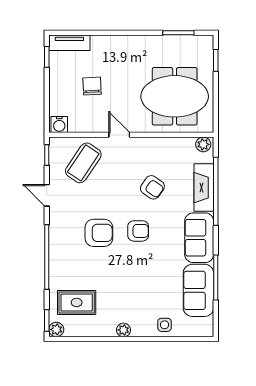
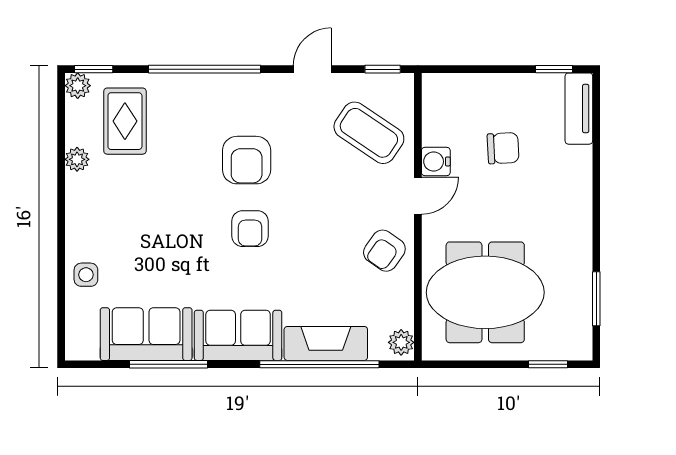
meeting table: (175, 96) -> (485, 292), turned 90
water cooler: (59, 125) -> (436, 161), moved
armchair: (152, 187) -> (384, 251), moved
plant: (123, 330) -> (77, 159), moved

